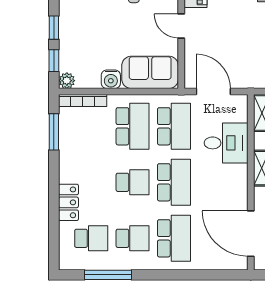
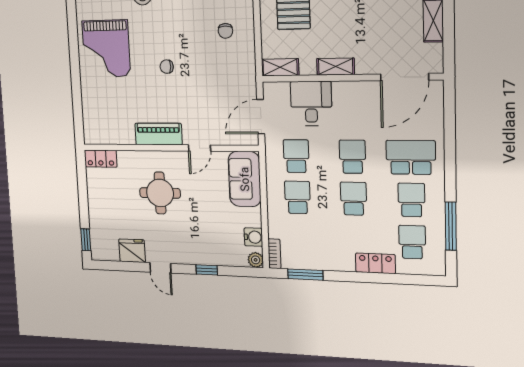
window: (54, 61) -> (237, 271), removed
water cooler: (111, 79) -> (253, 237), moved
bookcase: (83, 101) -> (274, 254), width x0.64
school desk: (133, 126) -> (297, 197), width x0.54
school desk: (174, 126) -> (296, 156), width x0.54
school desk: (174, 182) -> (352, 157), width x0.54

